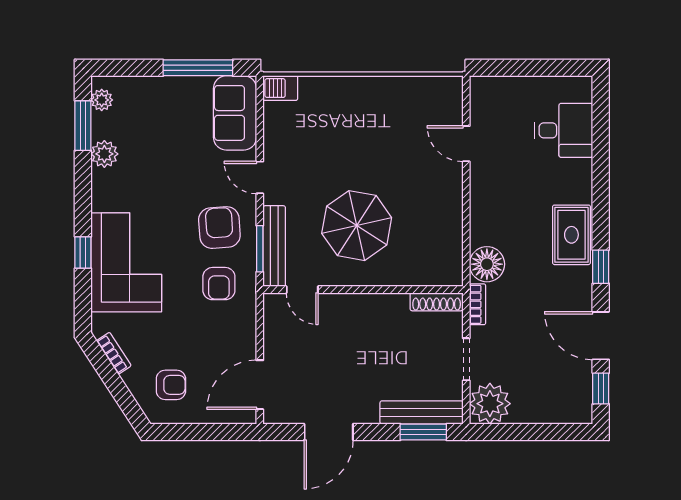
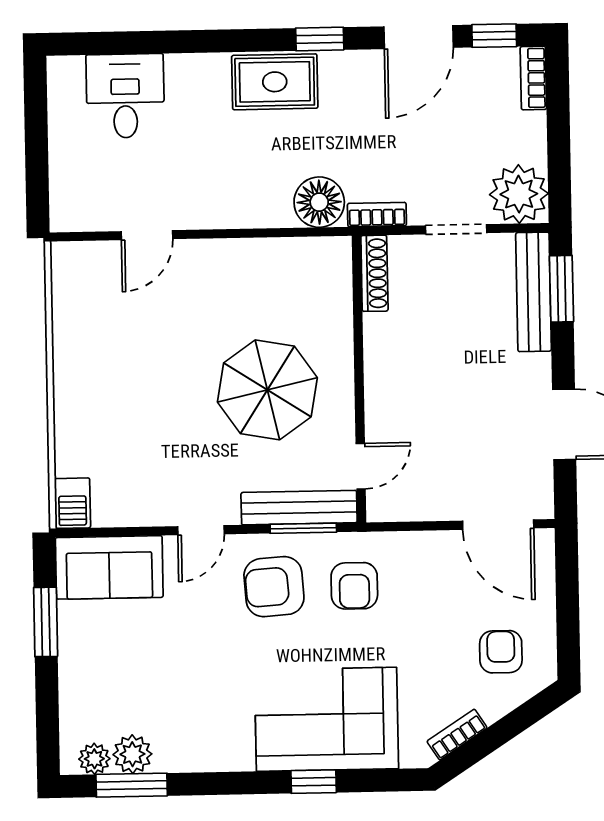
window: (198, 68) -> (46, 622), width x0.69
plant: (104, 154) -> (132, 754), moved
armchair: (219, 284) -> (354, 586), turned 90
bookcase: (571, 415) -> (533, 78), added

